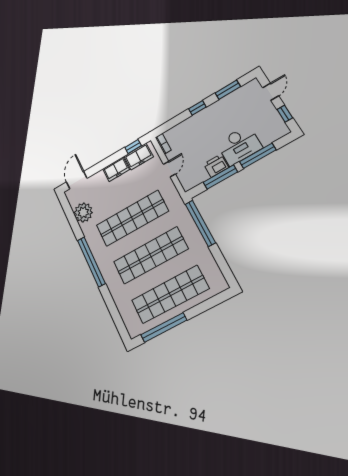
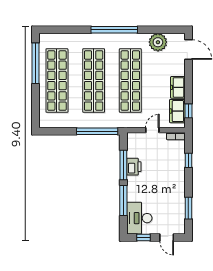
window: (197, 108) -> (188, 160), moved
desk: (239, 145) -> (139, 218), moved
door: (169, 169) -> (152, 130), swing flipped

